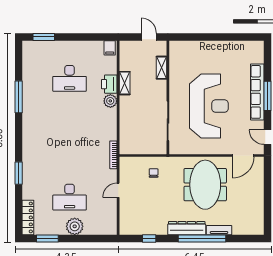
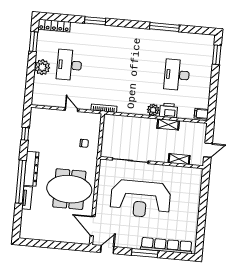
row of seats: (257, 92) -> (166, 246), moved

